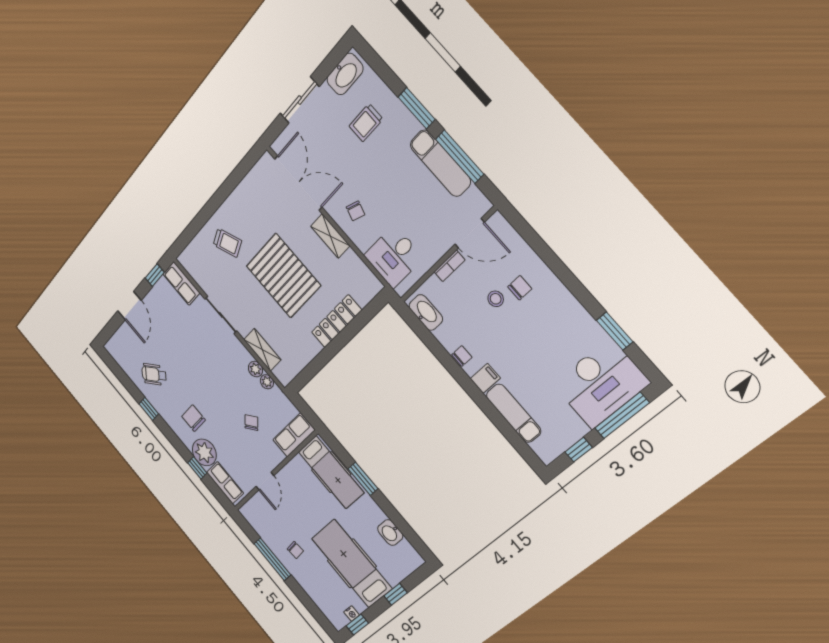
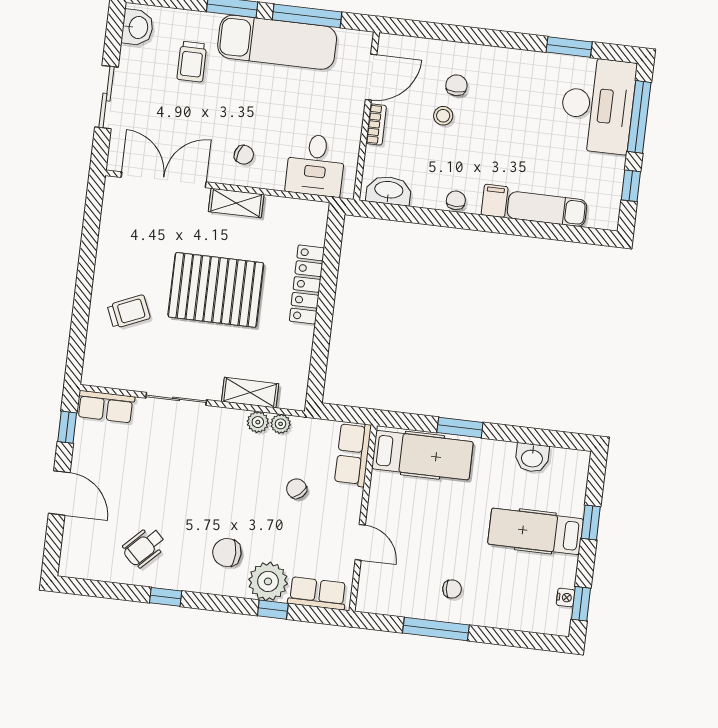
washbasin: (345, 74) -> (138, 27), width x0.72
exam couch: (440, 163) -> (277, 42), width x1.36, depth x1.45
hospital bed: (352, 563) -> (535, 531), width x0.73, depth x0.78

